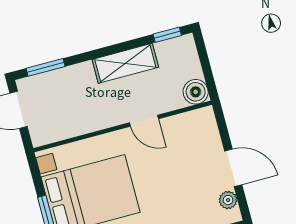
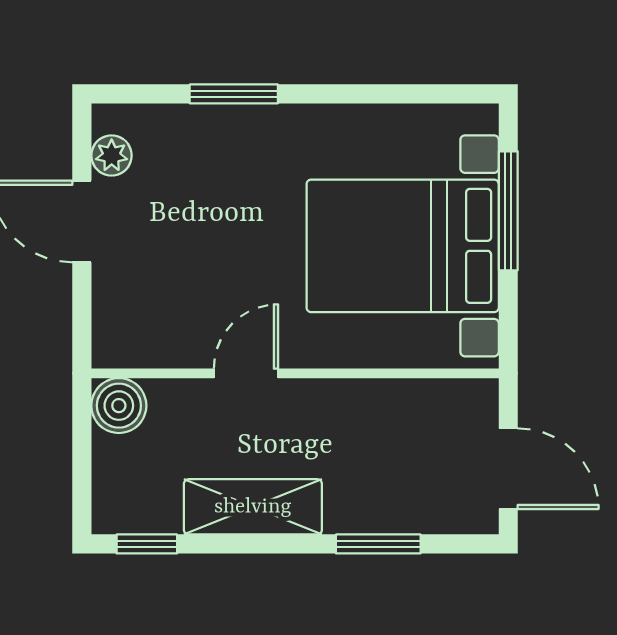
window: (46, 67) -> (378, 544), moved
door: (144, 121) -> (246, 373), hinge flipped

